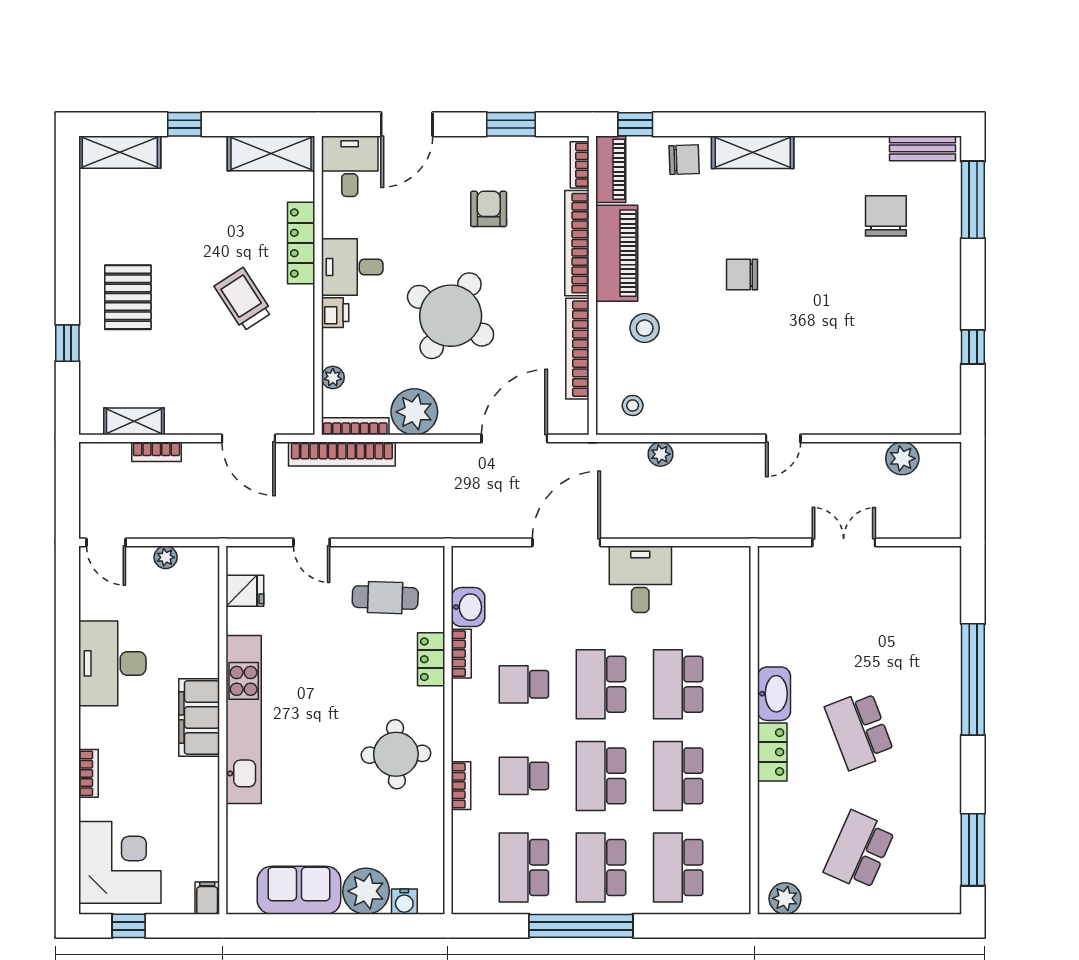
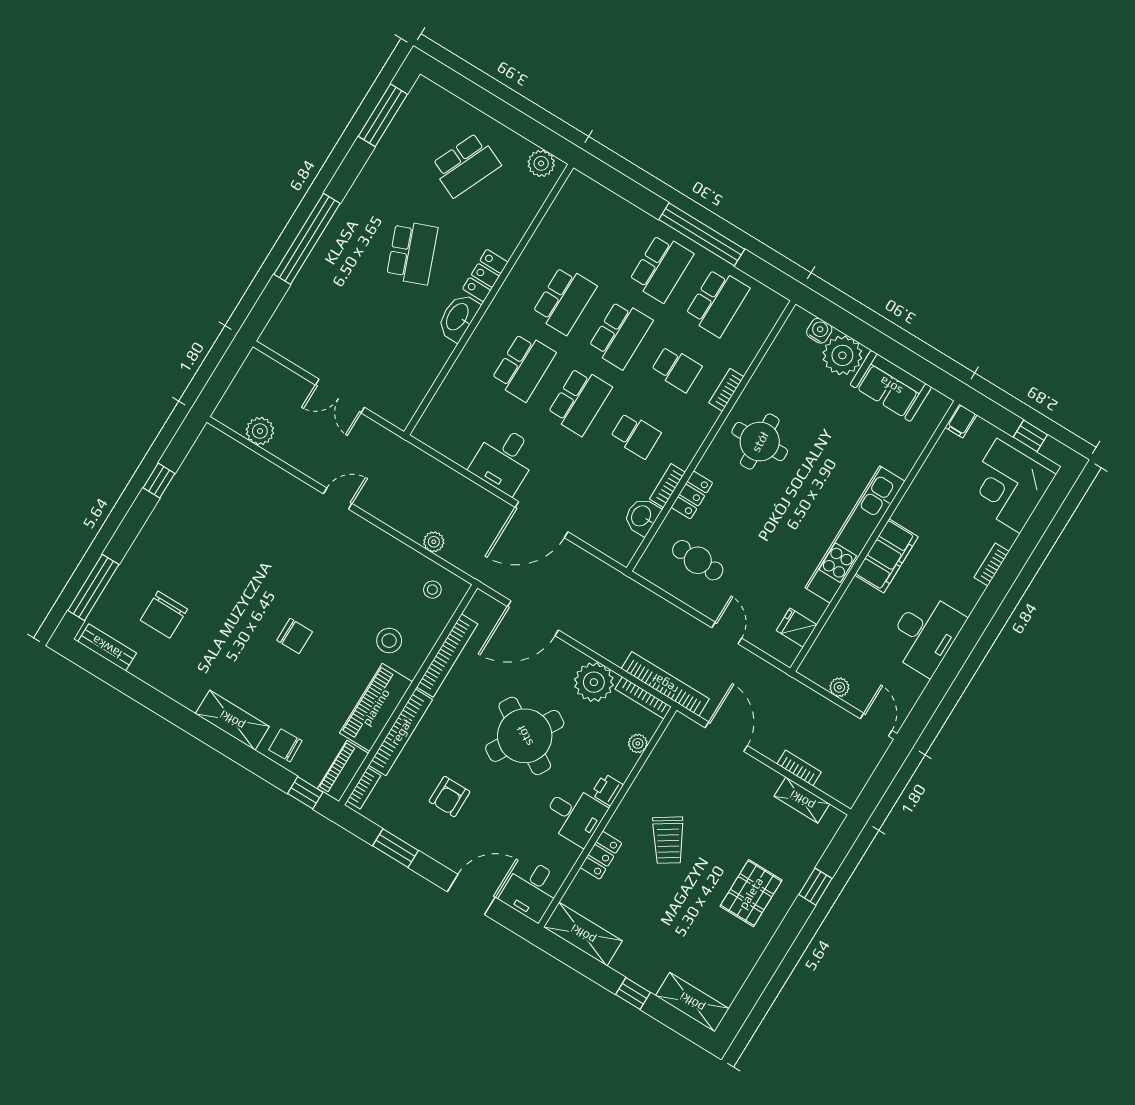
locker: (301, 243) -> (601, 855), width x0.66
school desk: (678, 868) -> (605, 234), removed

